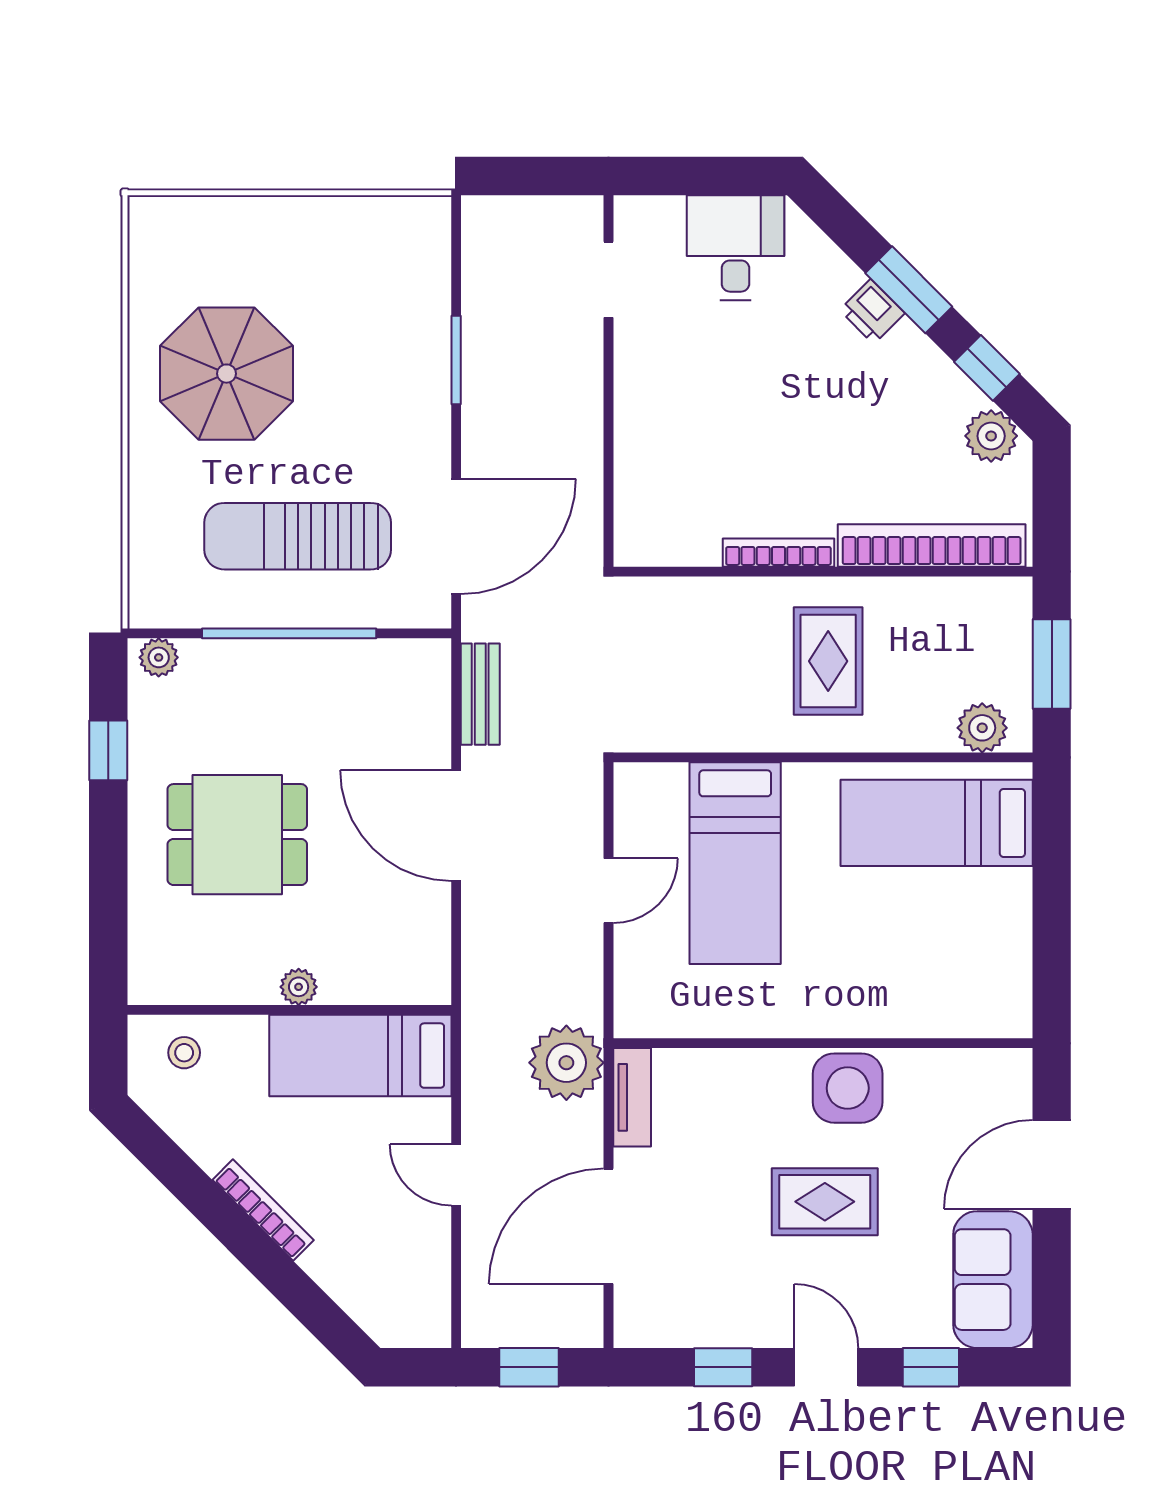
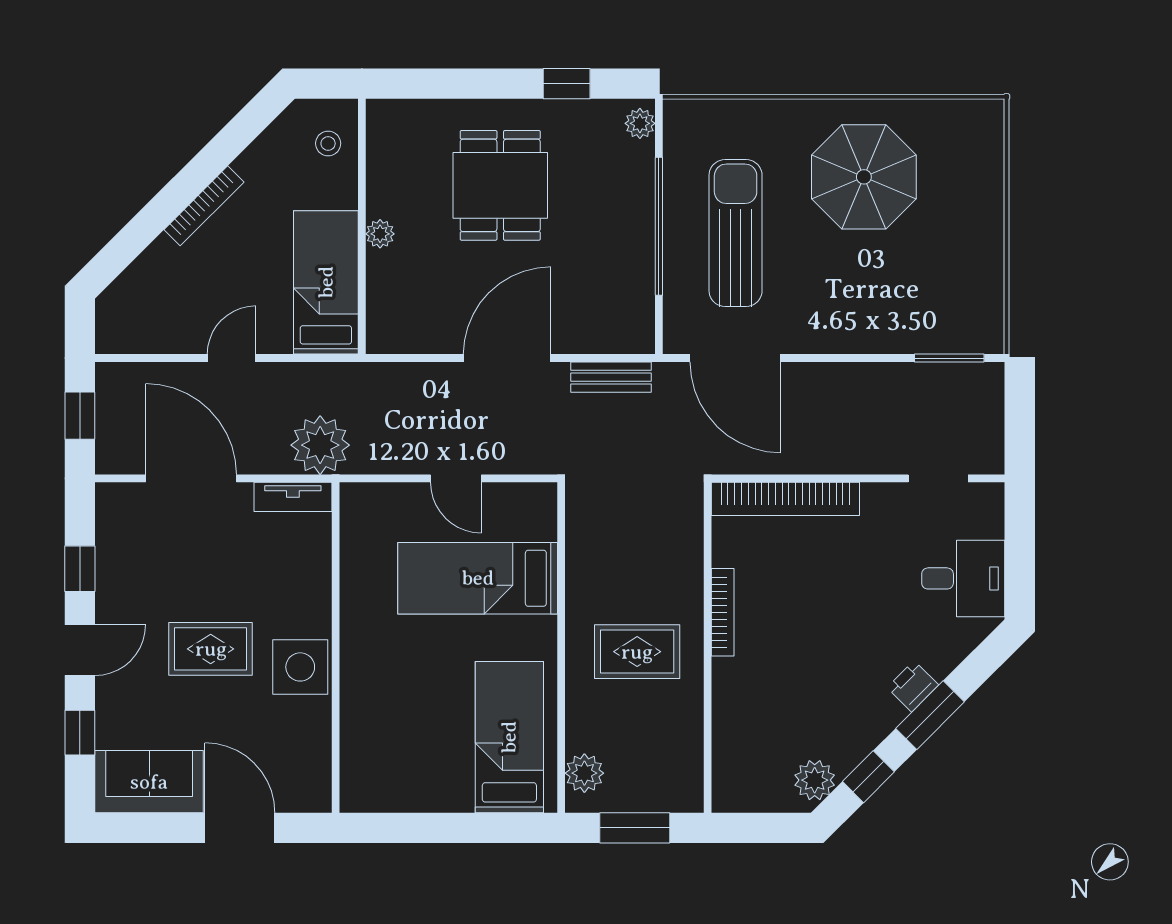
window: (456, 360) -> (949, 358), moved
bookcase: (932, 545) -> (785, 499), moved, turned 90
rug: (825, 1202) -> (211, 649), turned 90

